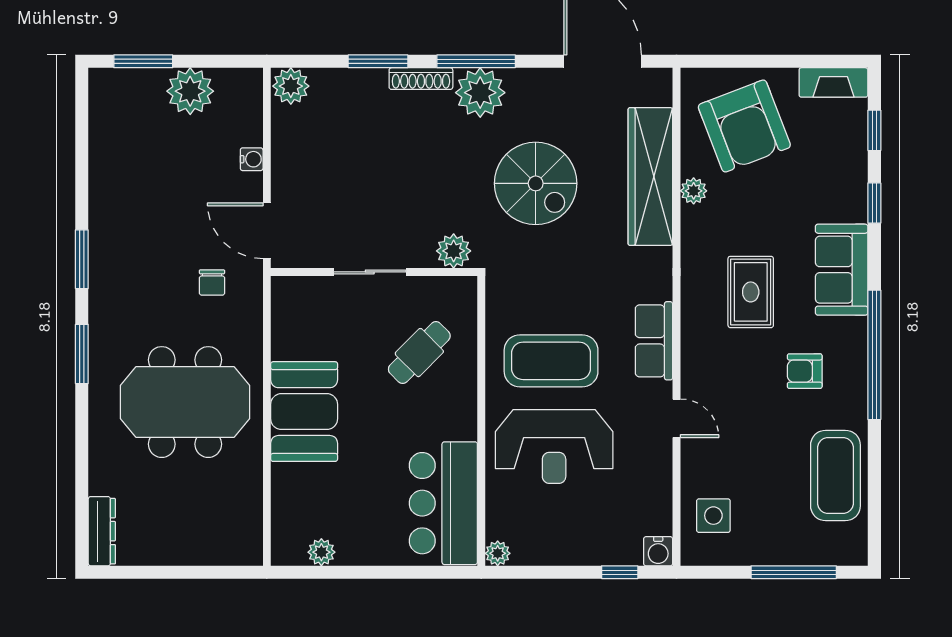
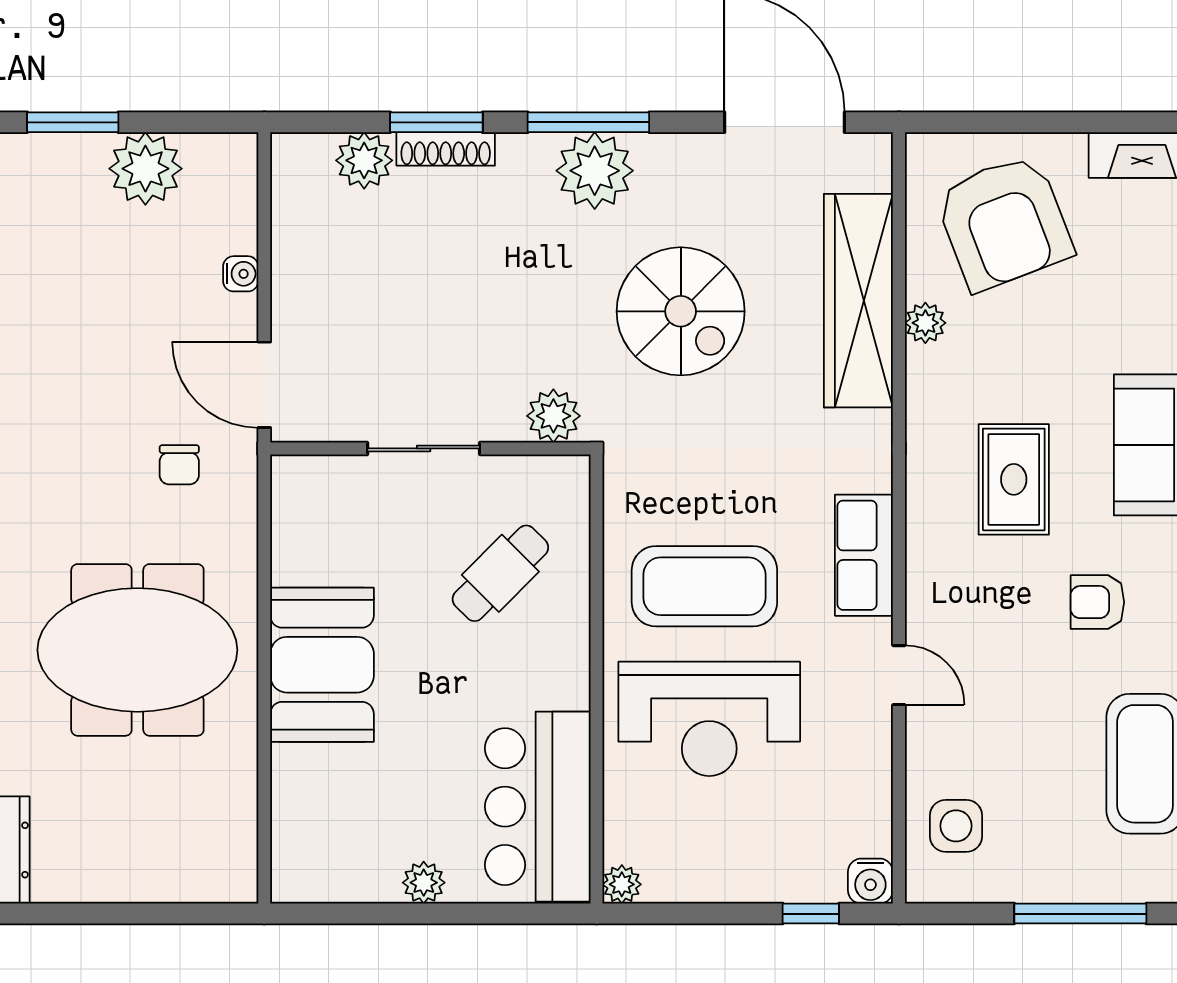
shoe rack: (421, 79) -> (446, 149), moved
plant: (291, 86) -> (364, 160), moved
plant: (321, 552) -> (424, 883), moved

